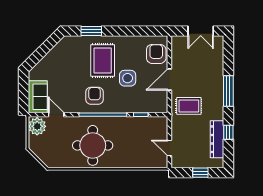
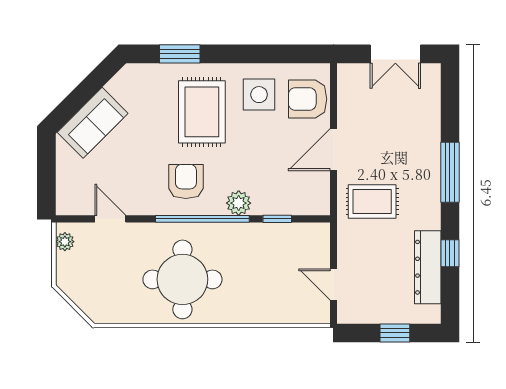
armchair: (156, 54) -> (308, 99), turned -90
side table: (128, 78) -> (259, 95), moved
sofa: (38, 97) -> (93, 123), moved, turned 45
plant: (121, 107) -> (239, 203), added
plant: (37, 126) -> (65, 242), width x0.53, depth x0.53

